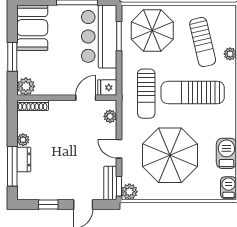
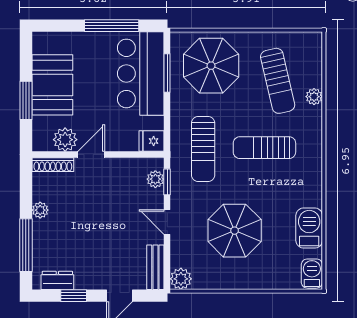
booth: (32, 28) -> (52, 85), moved
plant: (26, 86) -> (65, 140), moved
sun lounger: (193, 93) -> (264, 148), width x0.73, depth x0.75
door: (86, 98) -> (91, 155), moved
parasol: (170, 155) -> (235, 231), width x0.73, depth x0.73
dresser: (24, 159) -> (57, 280), moved, turned -90
window: (119, 186) -> (167, 182), moved

